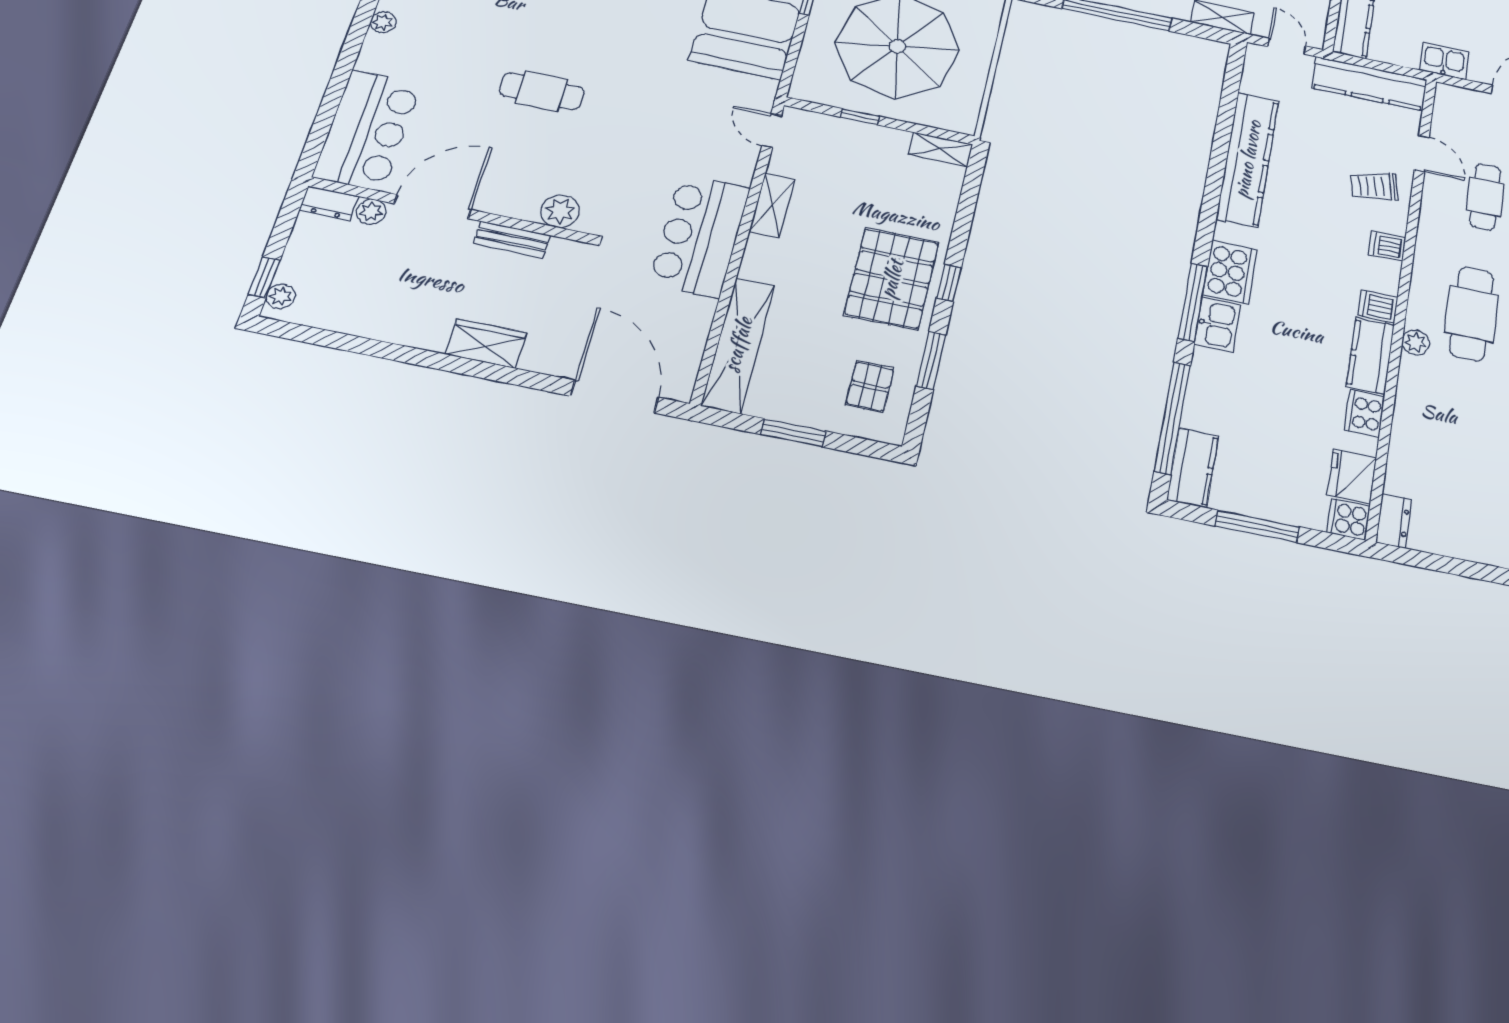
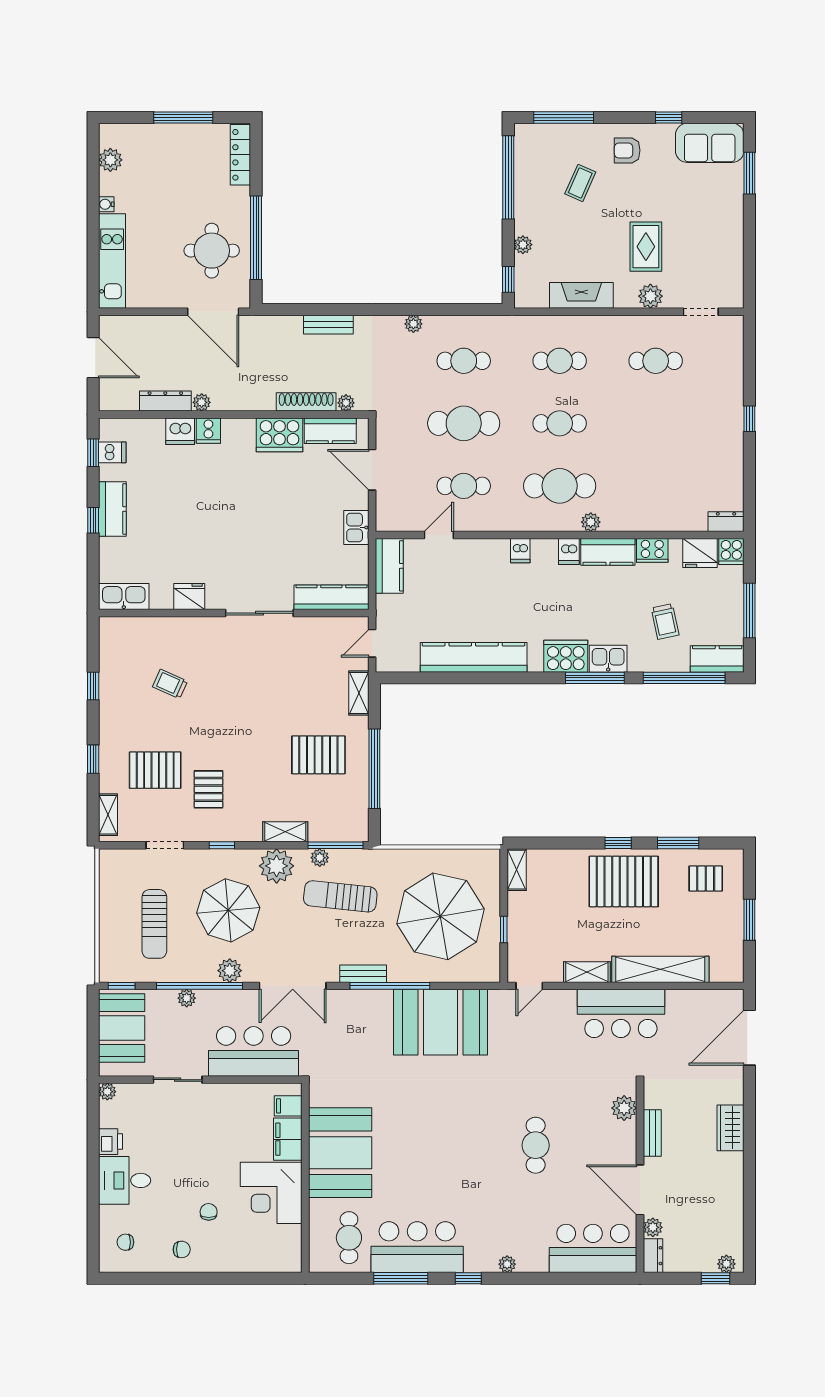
kitchen counter: (1369, 84) -> (389, 566), width x0.67
trolley: (1374, 186) -> (665, 621), moved
shelving: (738, 345) -> (660, 969), moved

